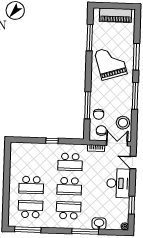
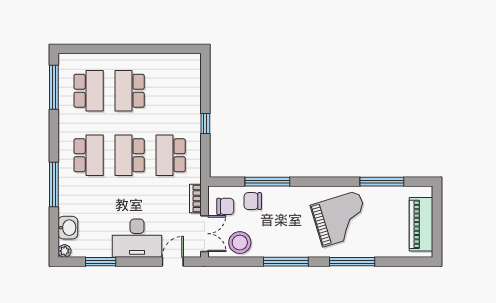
washbasin: (99, 224) -> (68, 228), moved

